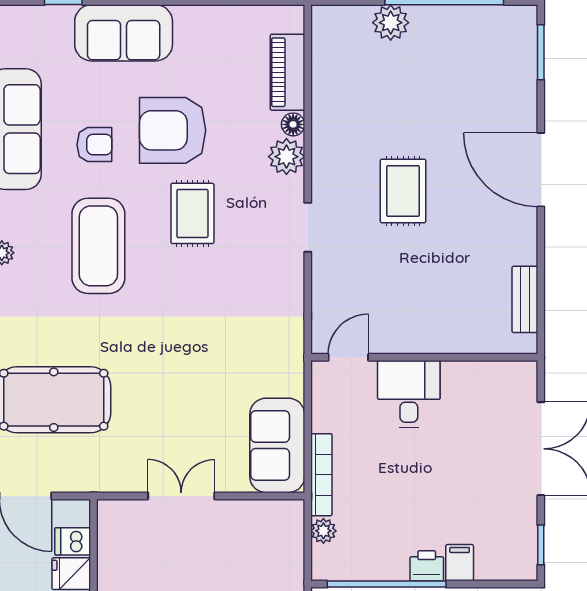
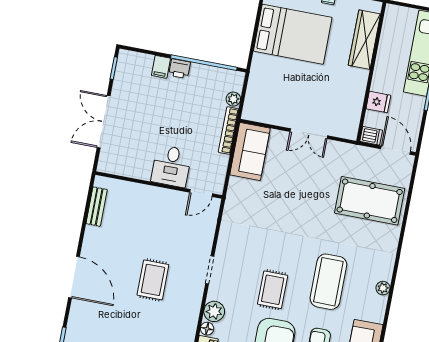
dishwasher: (73, 541) -> (371, 136), moved

